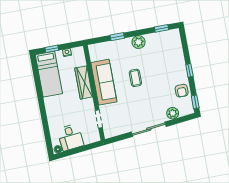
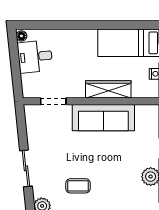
coffee table: (135, 78) -> (78, 186), moved
sliding door: (149, 129) -> (26, 168), width x0.73

